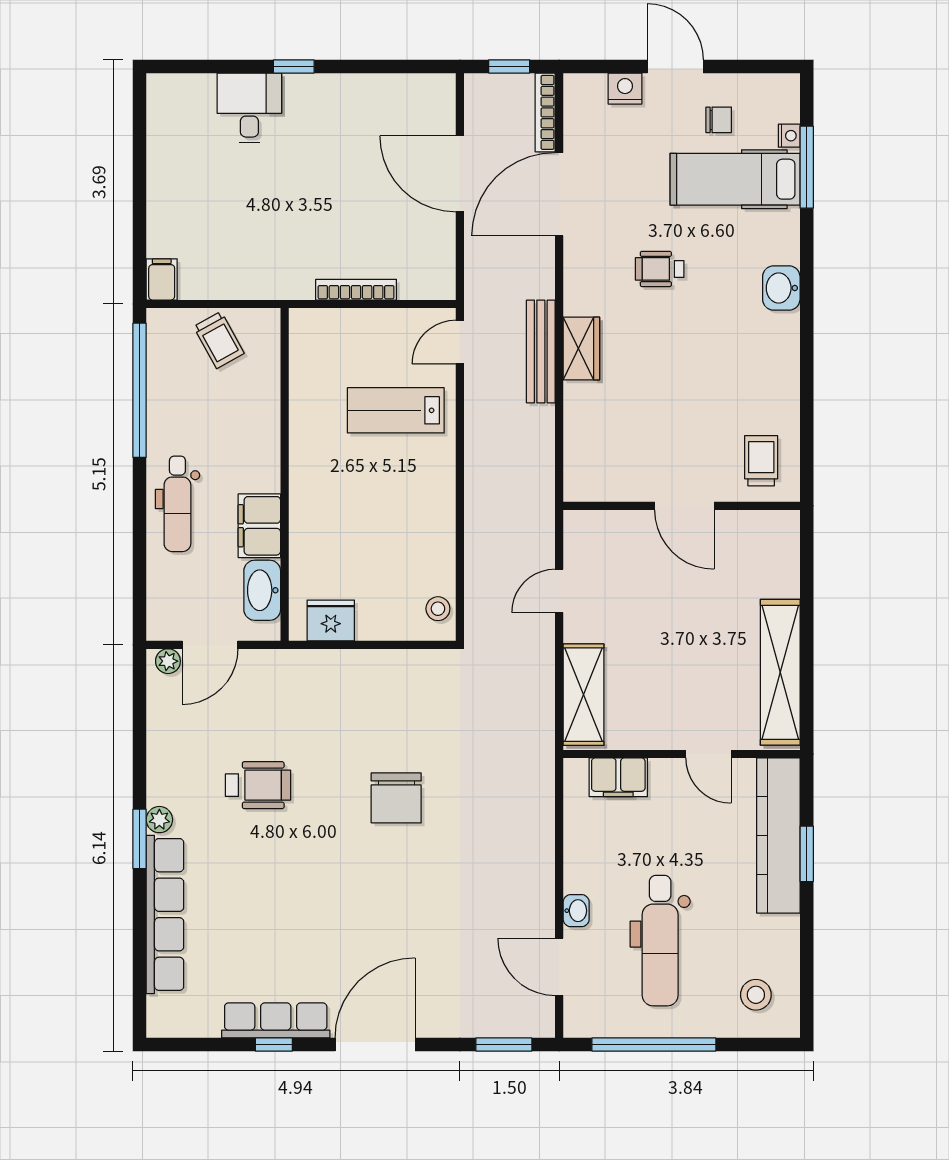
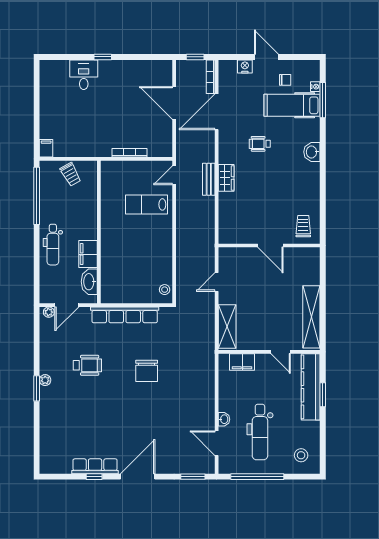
bench: (541, 351) -> (209, 179), width x0.73
fridge: (331, 620) -> (119, 295), removed
row of seats: (165, 914) -> (125, 315), moved, turned 90

